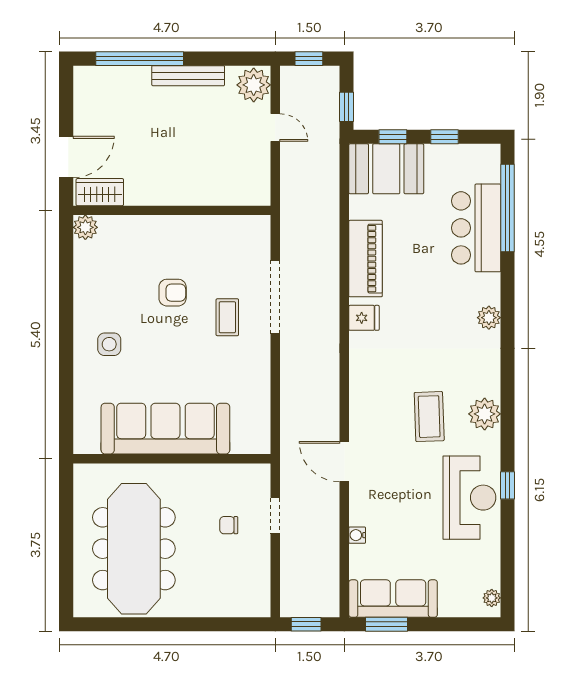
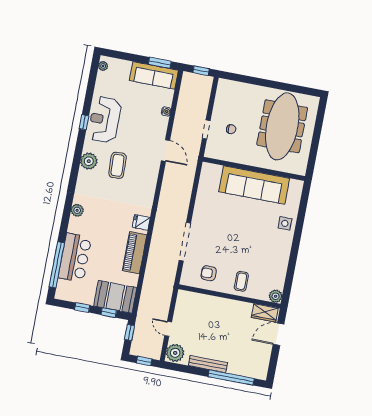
armchair: (173, 293) -> (209, 273), moved
coffee table: (227, 317) -> (241, 281), moved
side table: (109, 344) -> (285, 223), moved

